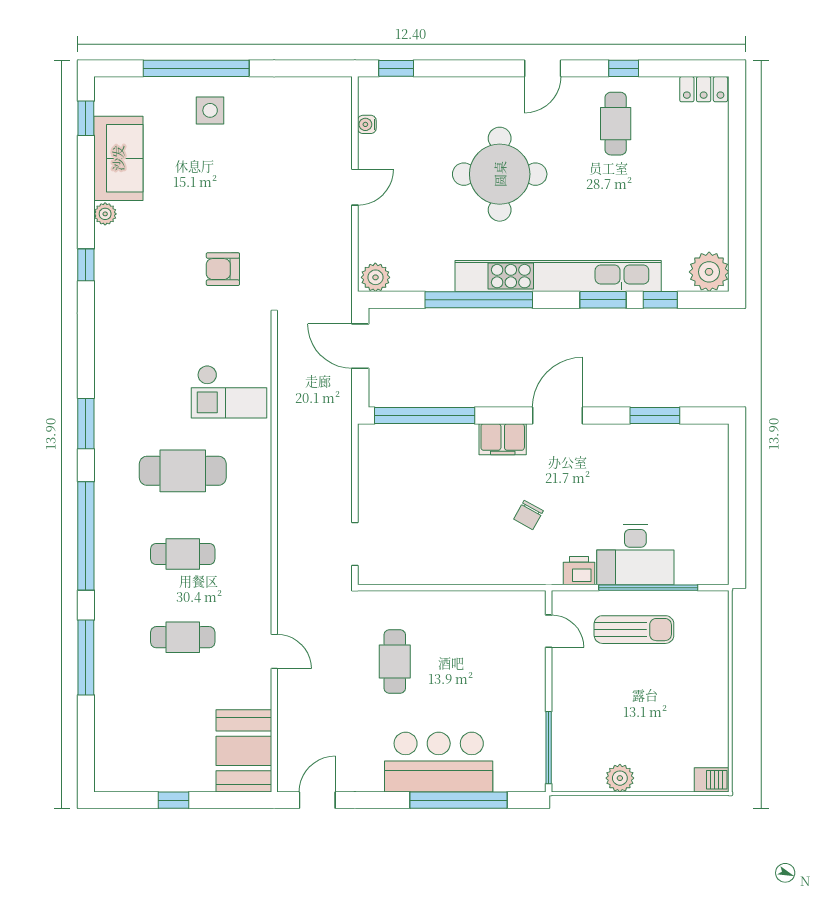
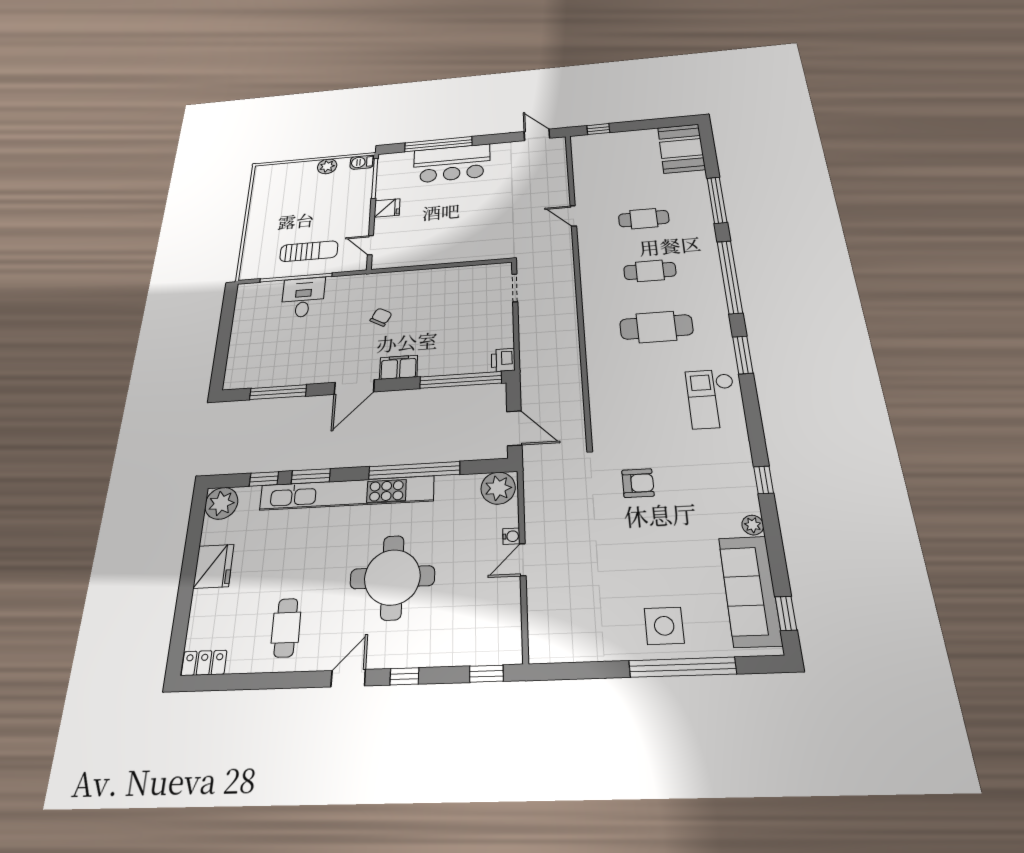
window: (624, 68) -> (404, 676), moved
side table: (210, 110) -> (664, 626), width x1.37, depth x1.37
water cooler: (367, 124) -> (511, 536), moved
sofa: (118, 158) -> (750, 591), width x1.36
fridge: (708, 196) -> (214, 566), added
plant: (375, 277) -> (498, 488), width x1.36, depth x1.36
checkout: (229, 392) -> (712, 399), moved, turned -90
window: (655, 415) -> (278, 392), width x1.44
desk: (635, 555) -> (303, 297), width x0.73
printer: (579, 571) -> (503, 360), moved, turned 90
sun lounger: (634, 630) -> (309, 251), turned 180
cafe table: (395, 662) -> (483, 218), removed
fridge: (528, 692) -> (387, 208), added
booth: (244, 751) -> (681, 149), moved
barbecue: (712, 780) -> (362, 162), moved
window: (173, 800) -> (598, 129), moved
door: (317, 800) -> (537, 135), swing flipped

